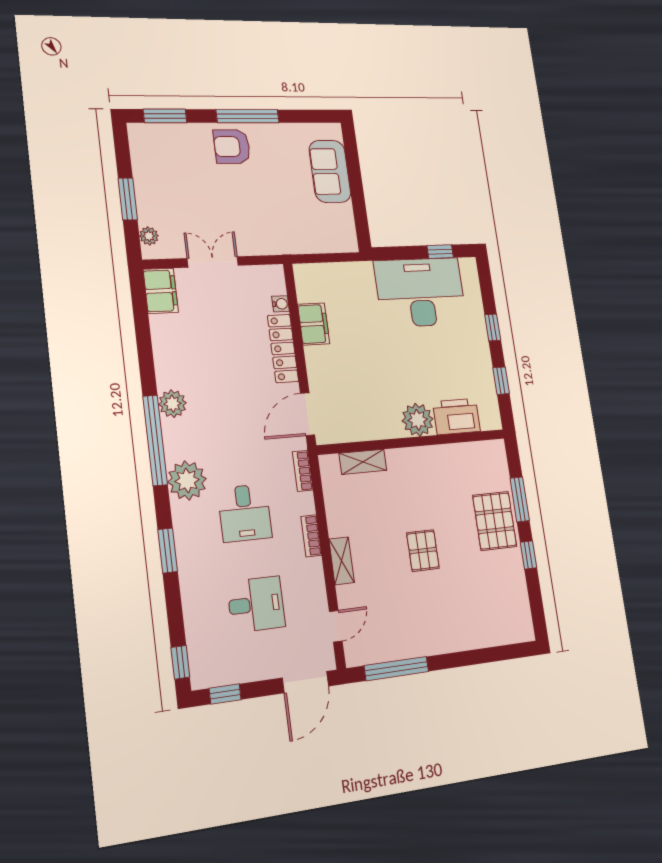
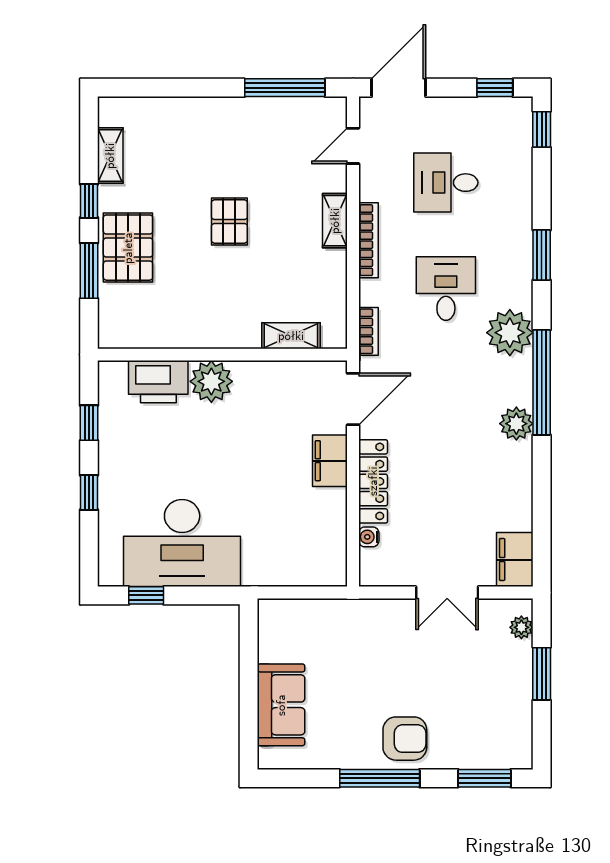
filing cabinet: (314, 324) -> (330, 461), moved
bookcase: (311, 536) -> (368, 240), width x1.56
shelving: (519, 594) -> (110, 156), added

